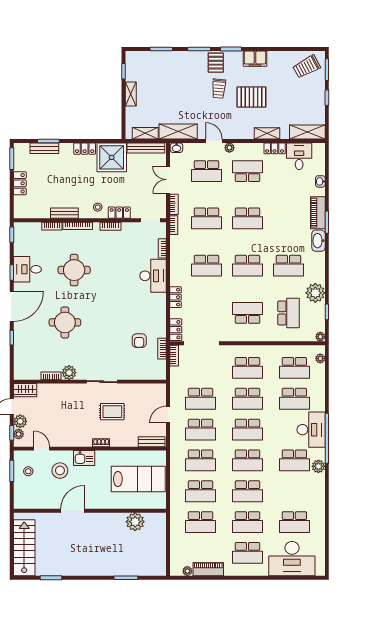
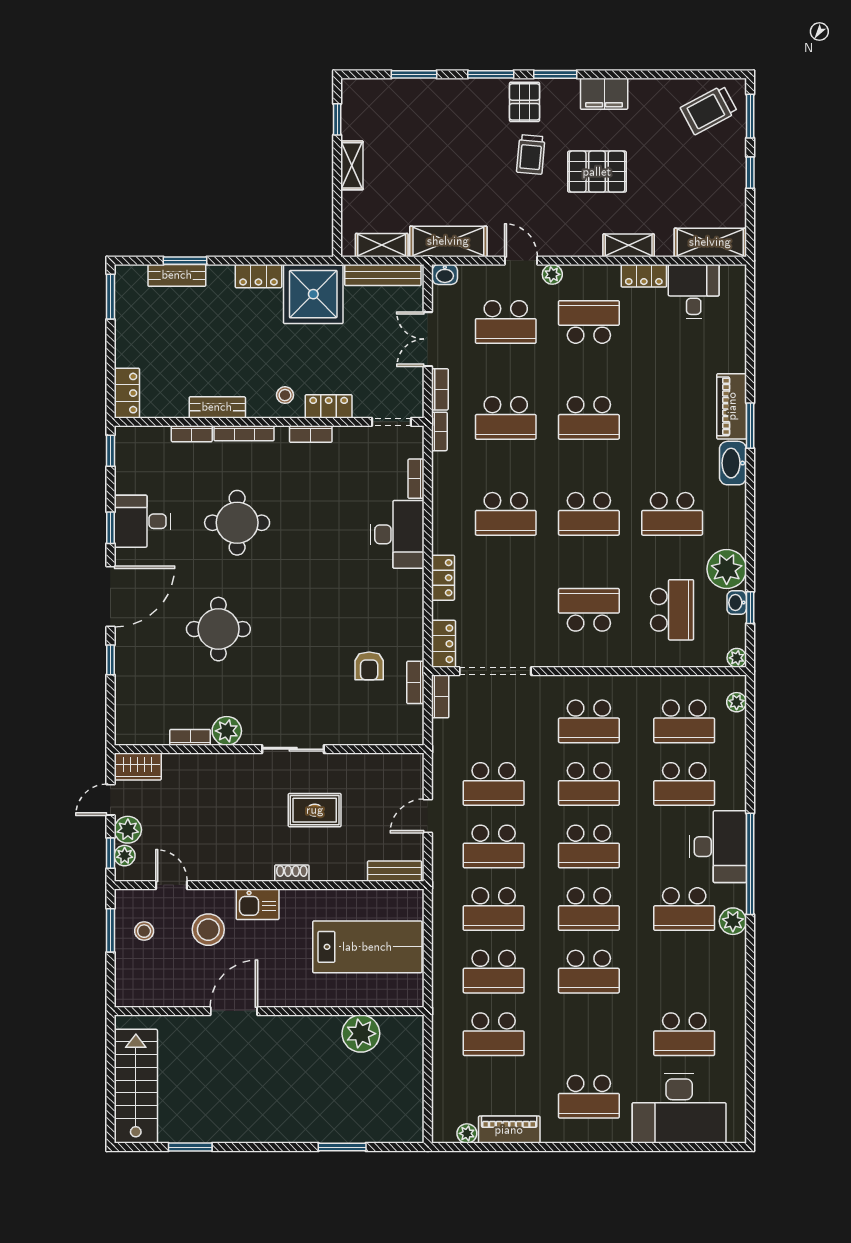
washbasin: (320, 181) -> (737, 603), moved
locker: (20, 183) -> (127, 393), moved
school desk: (247, 522) -> (589, 1034), removed

